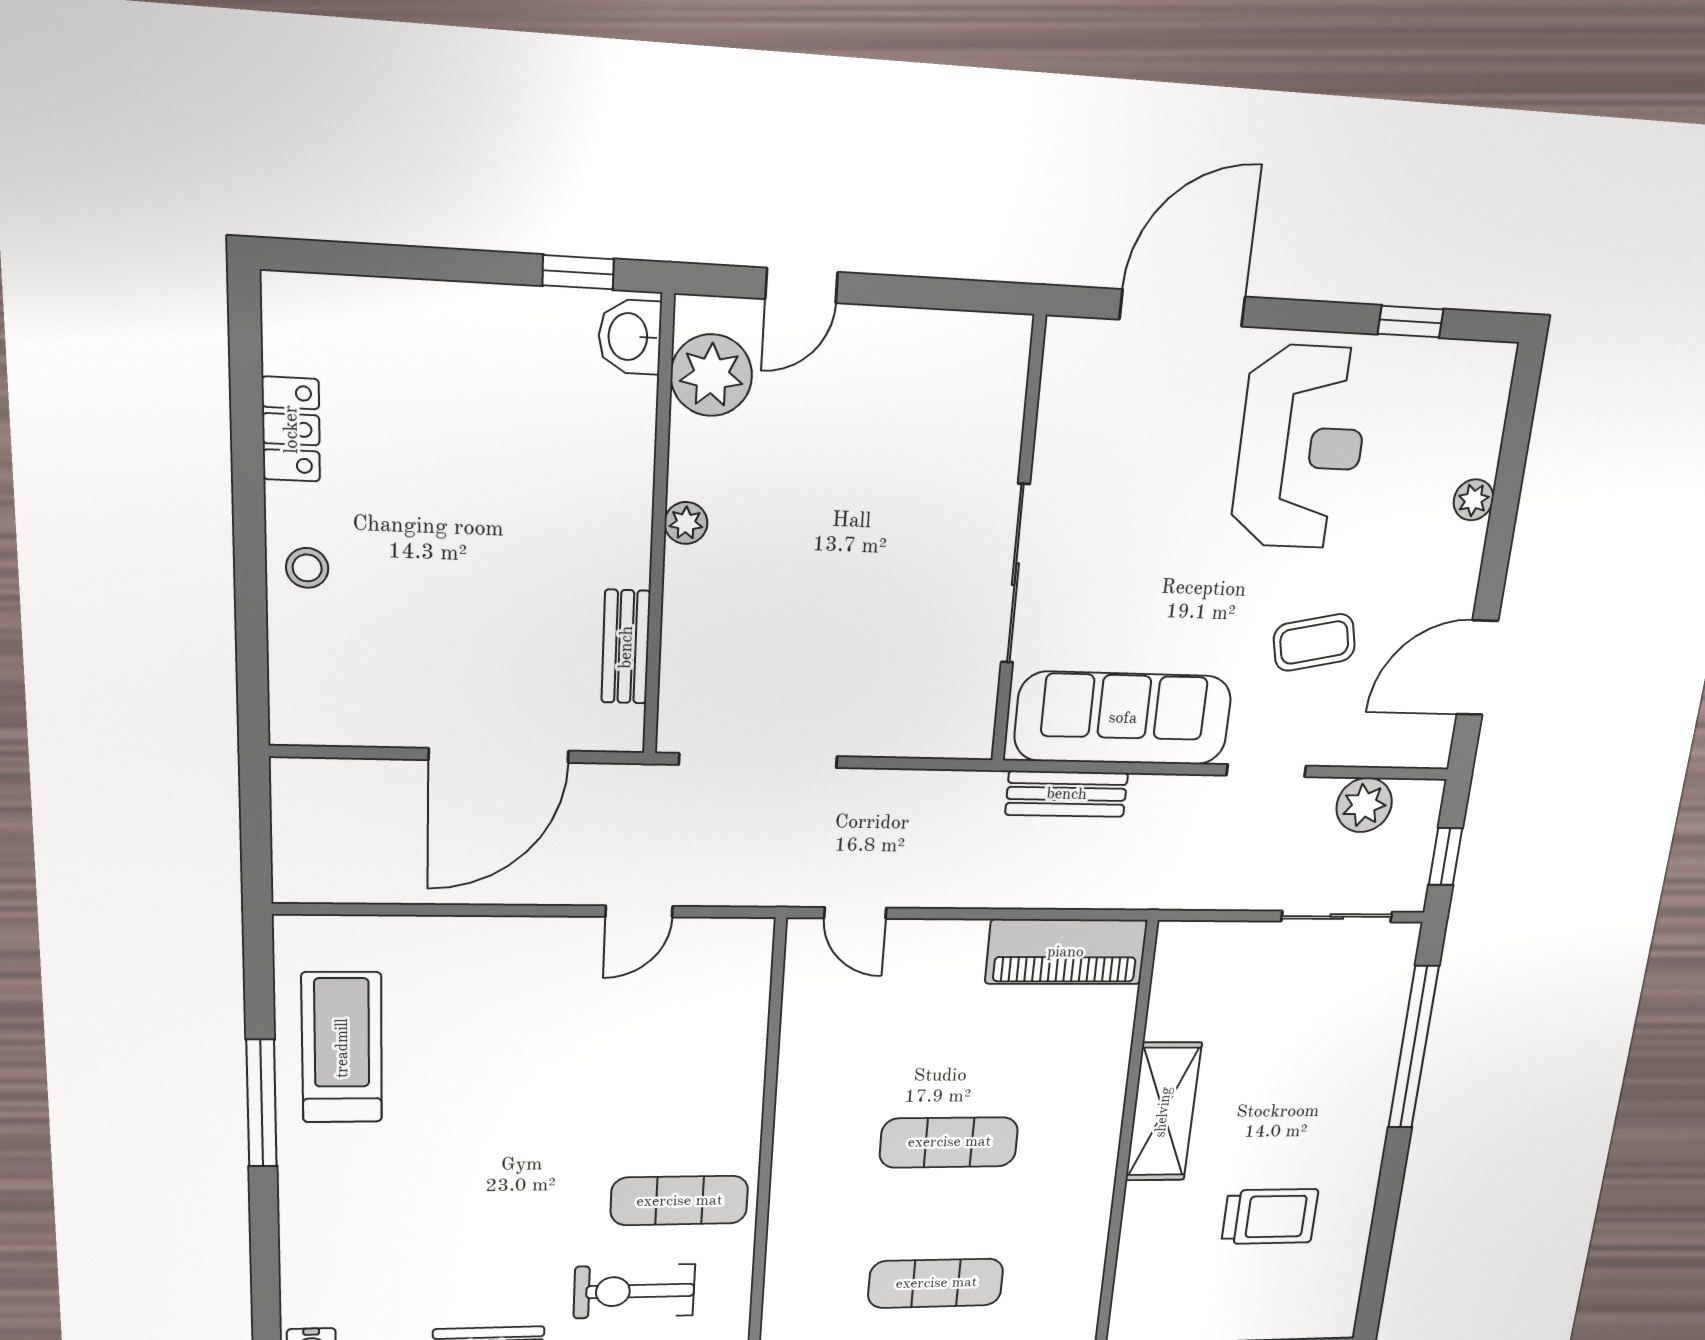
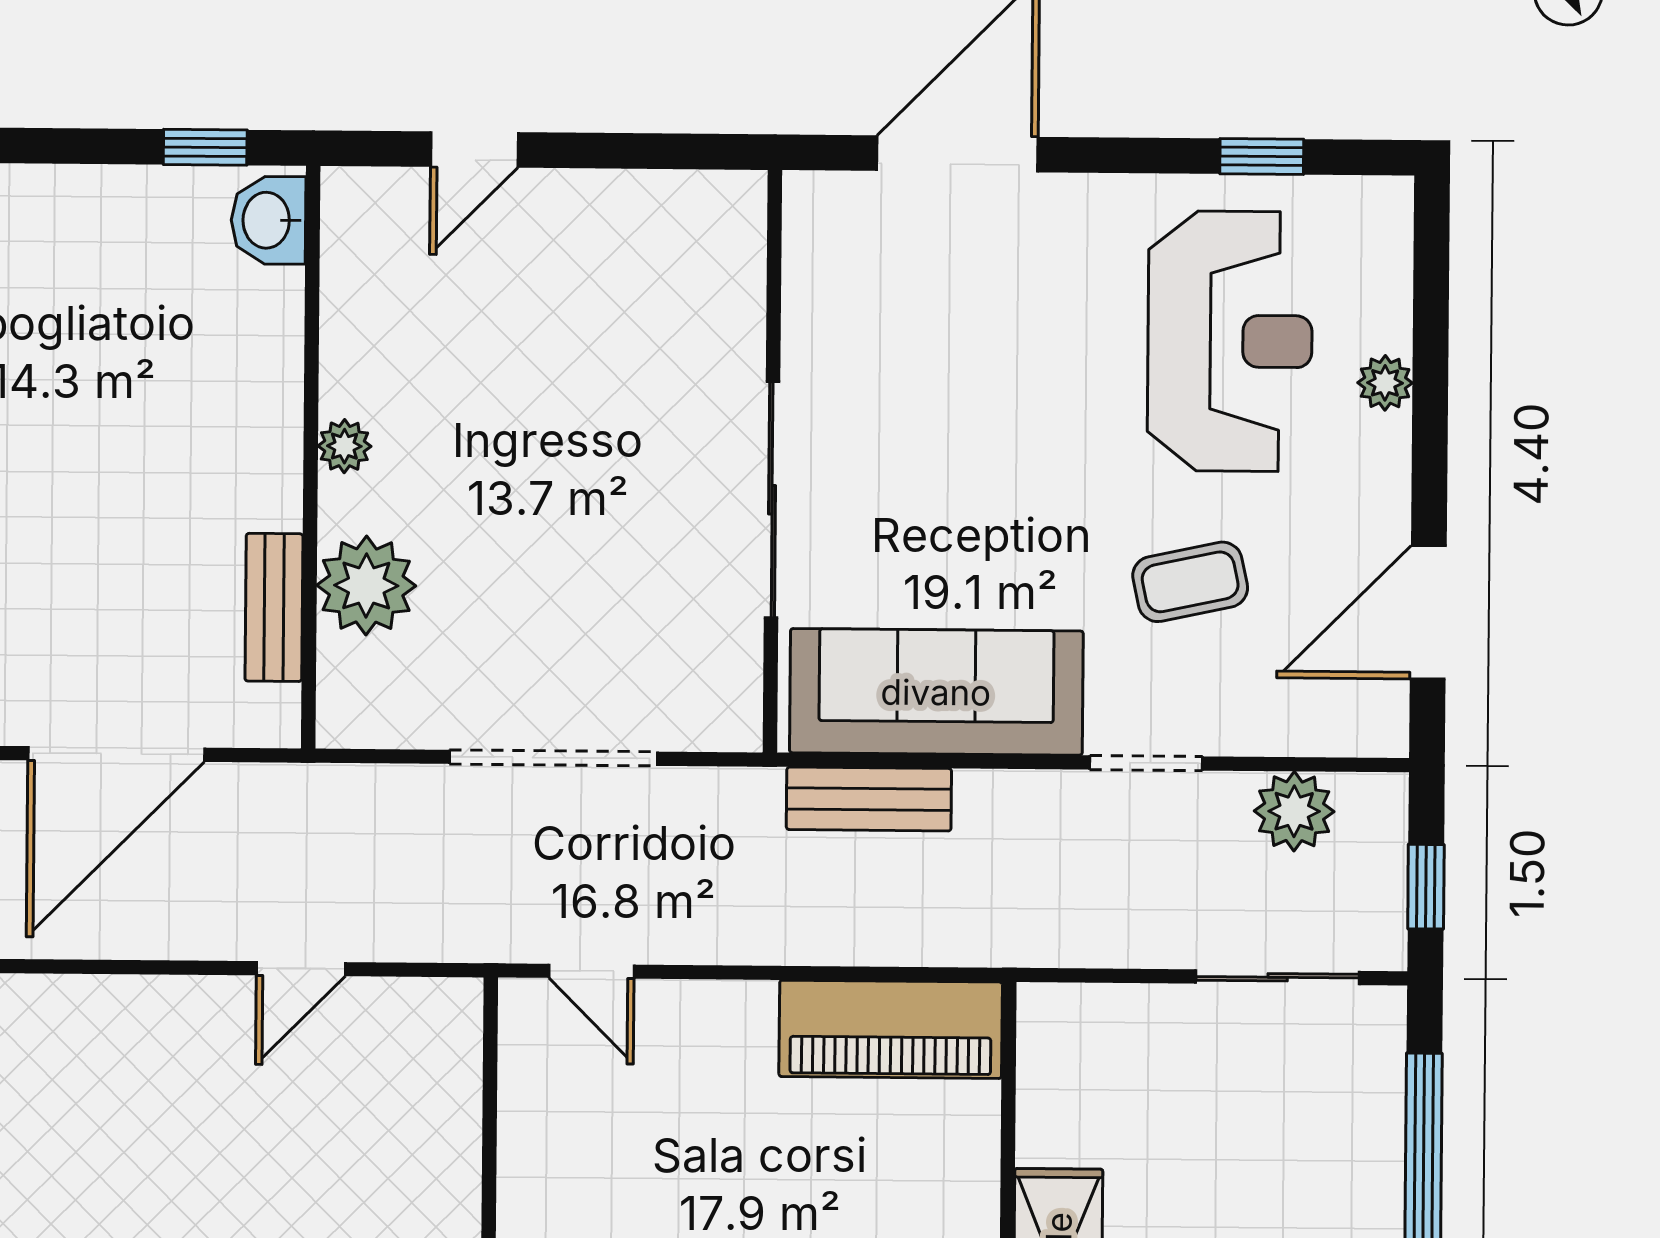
plant: (711, 375) -> (366, 585), moved
reception desk: (1301, 447) -> (1230, 341), moved
doorway: (758, 761) -> (553, 758), moved

